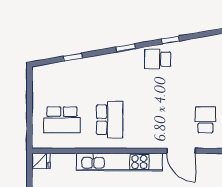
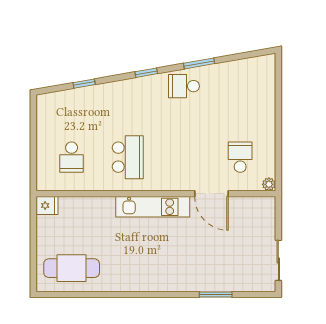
window: (170, 40) -> (199, 63), width x1.50
school desk: (62, 120) -> (72, 157), width x0.54
kitchen unit: (120, 162) -> (153, 207), width x0.73

